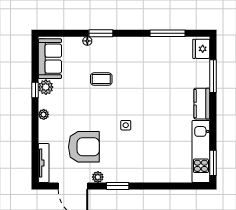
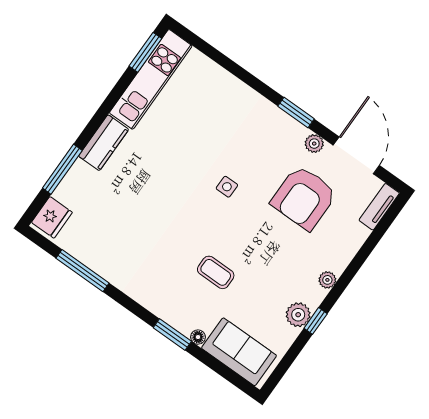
sofa: (50, 59) -> (239, 352), moved, turned 90
armchair: (84, 147) -> (304, 198), turned -90
tv unit: (44, 163) -> (379, 207), width x0.71

